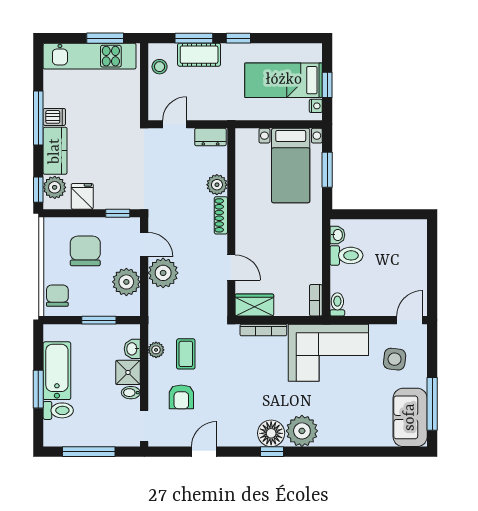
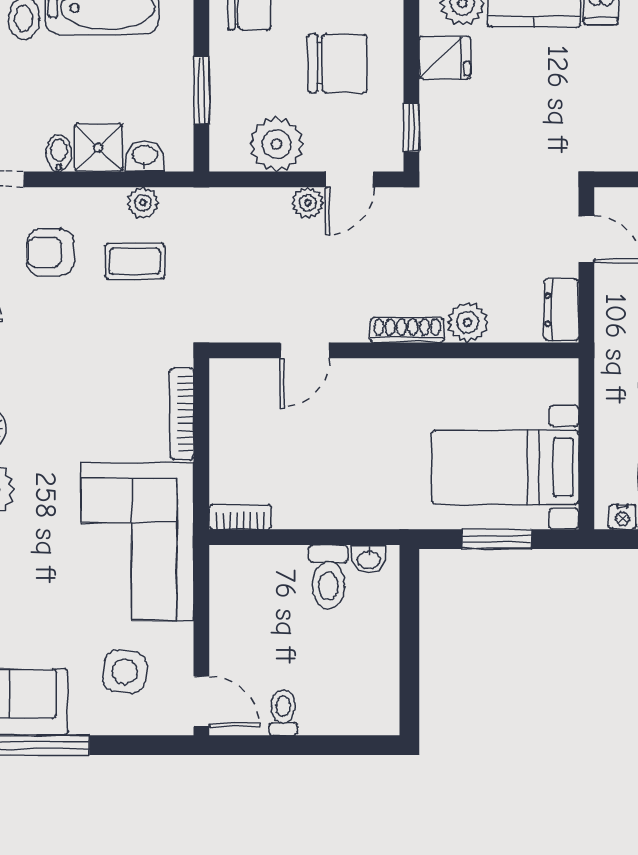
plant: (163, 273) -> (308, 203), width x0.53, depth x0.53
toilet: (337, 304) -> (283, 712), moved, turned -90
wardrobe: (254, 305) -> (231, 396), removed

